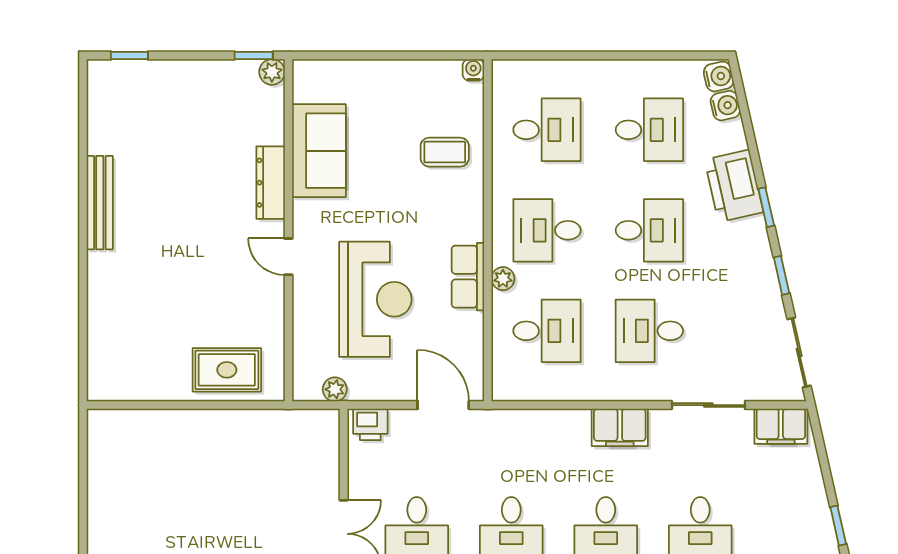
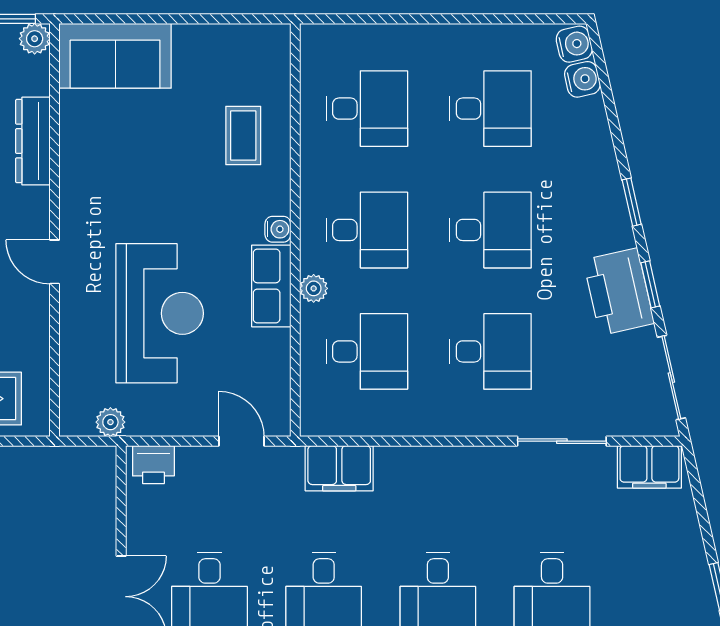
water cooler: (473, 70) -> (278, 229), moved, turned 90
sofa: (319, 151) -> (115, 56), moved, turned 90
coffee table: (445, 152) -> (243, 136), turned 90
dresser: (271, 183) -> (33, 141), moved
printer: (734, 186) -> (619, 292), moved
desk: (547, 230) -> (367, 230), turned 180
desk: (649, 331) -> (490, 351), turned 180
door: (443, 405) -> (241, 441), width x0.73
filing cabinet: (620, 427) -> (339, 468), moved

